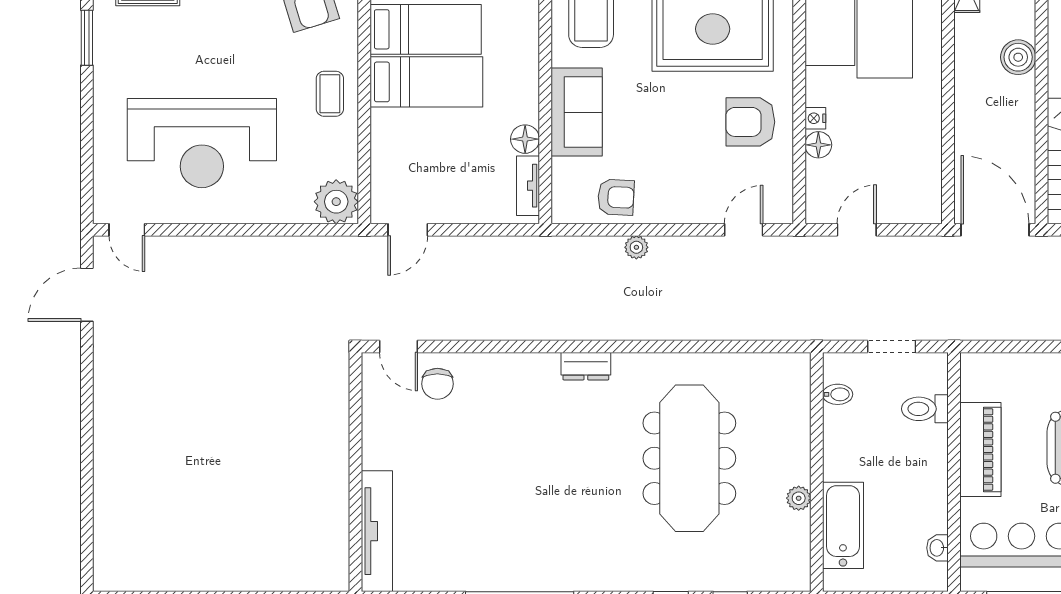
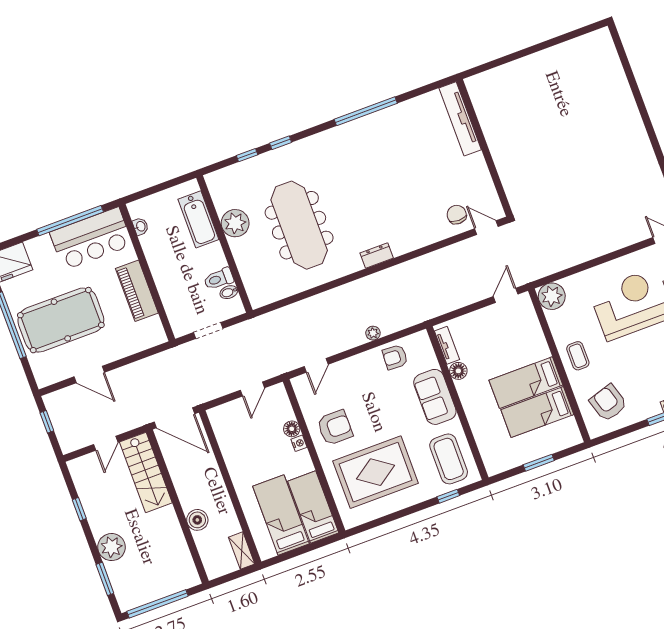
toilet: (925, 409) -> (219, 279), moved, turned 180
plant: (799, 498) -> (235, 223), width x1.88, depth x1.88

